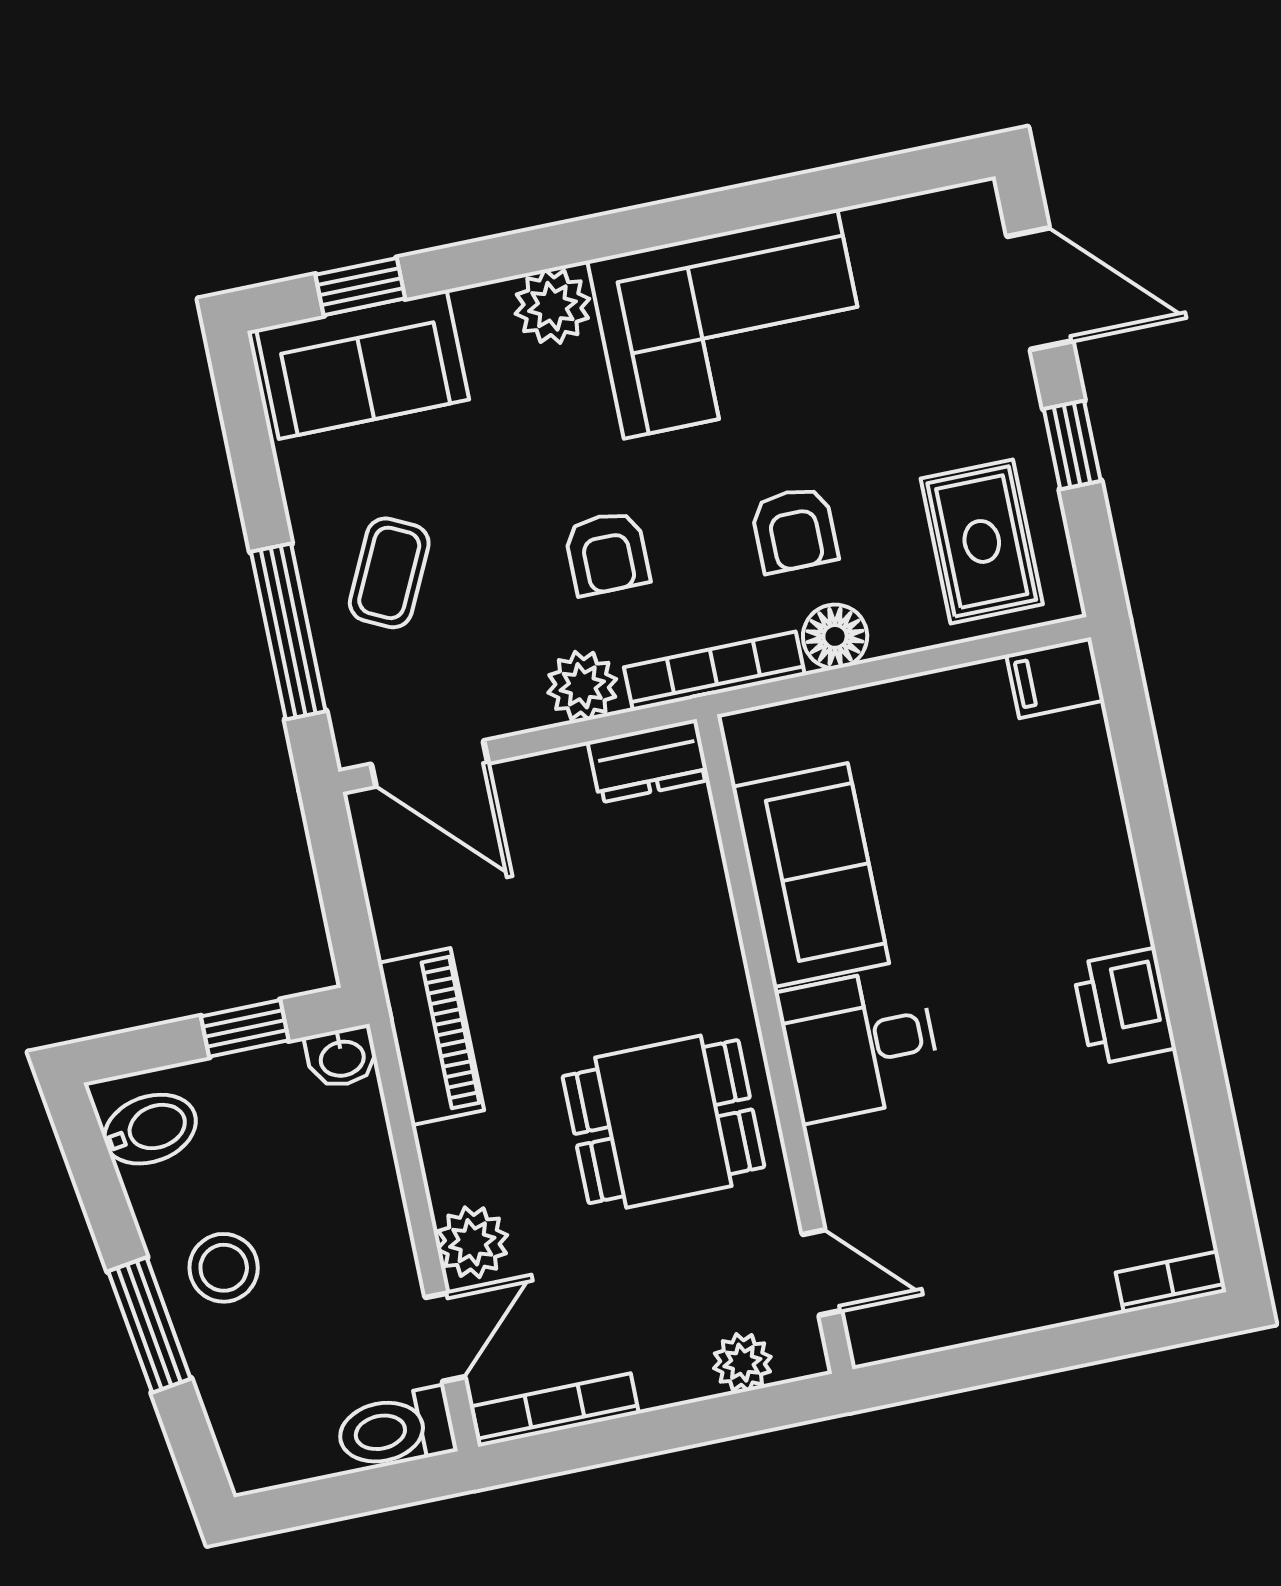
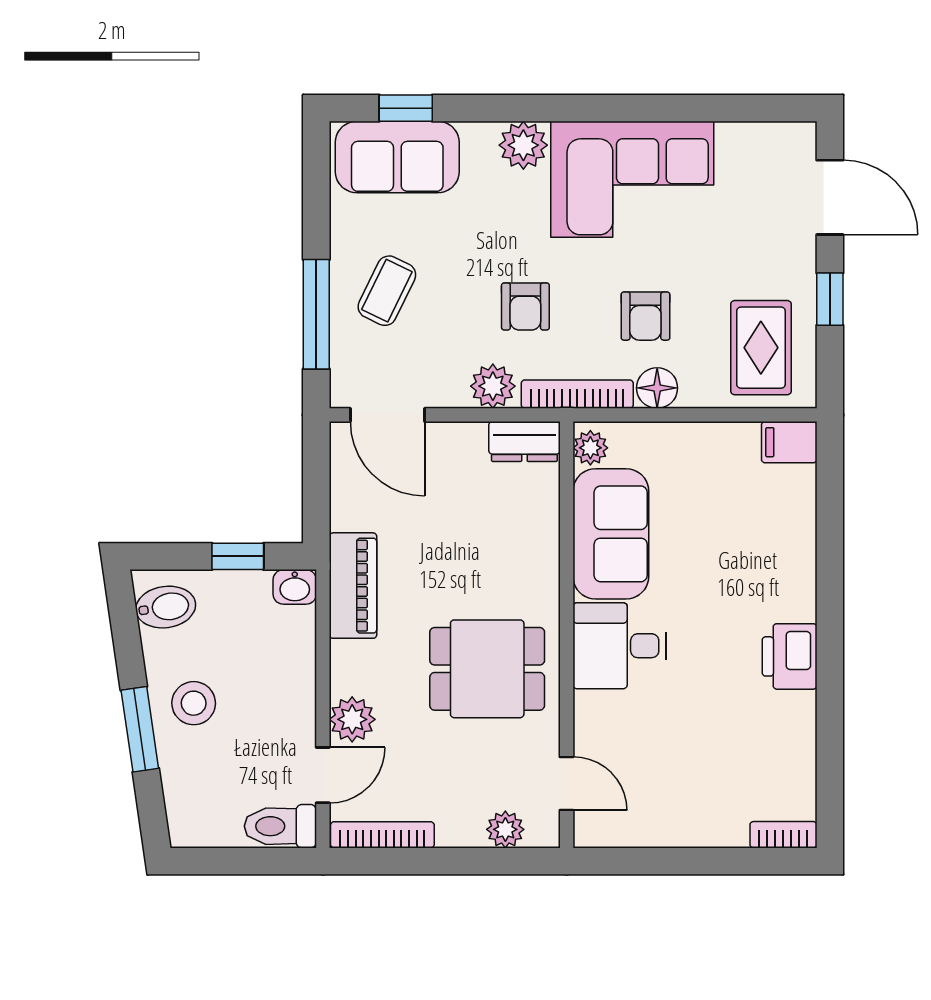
plant: (752, 749) -> (590, 448), added

